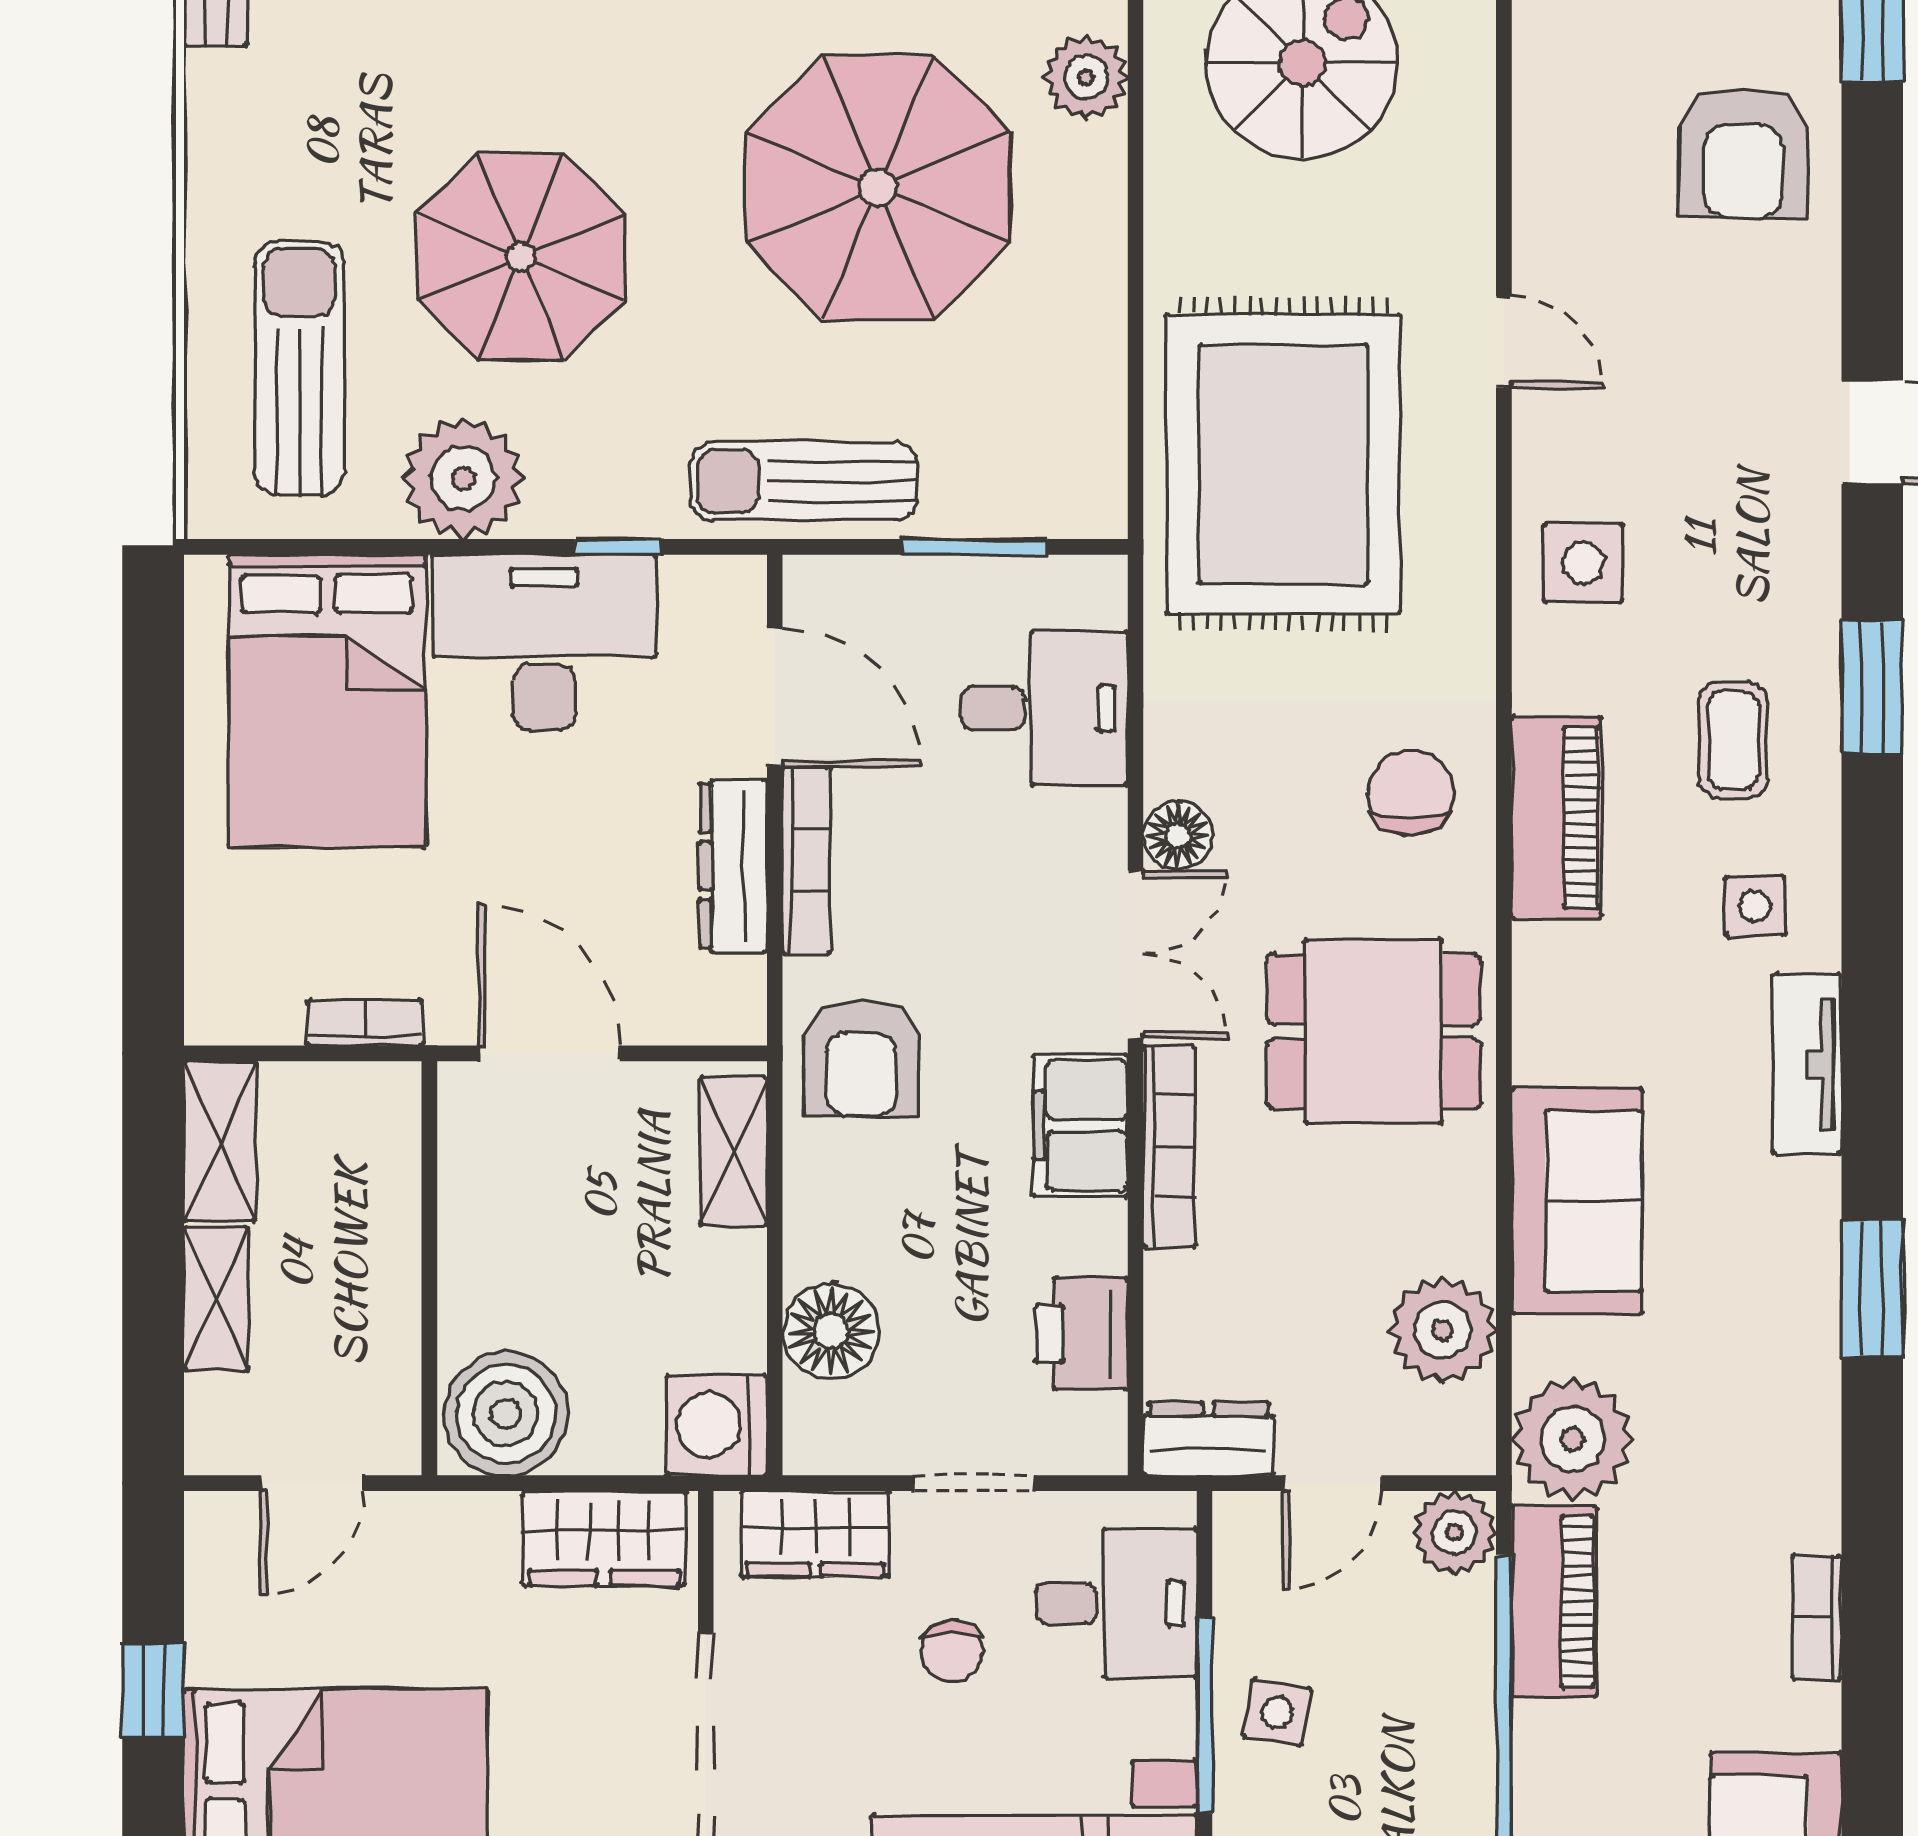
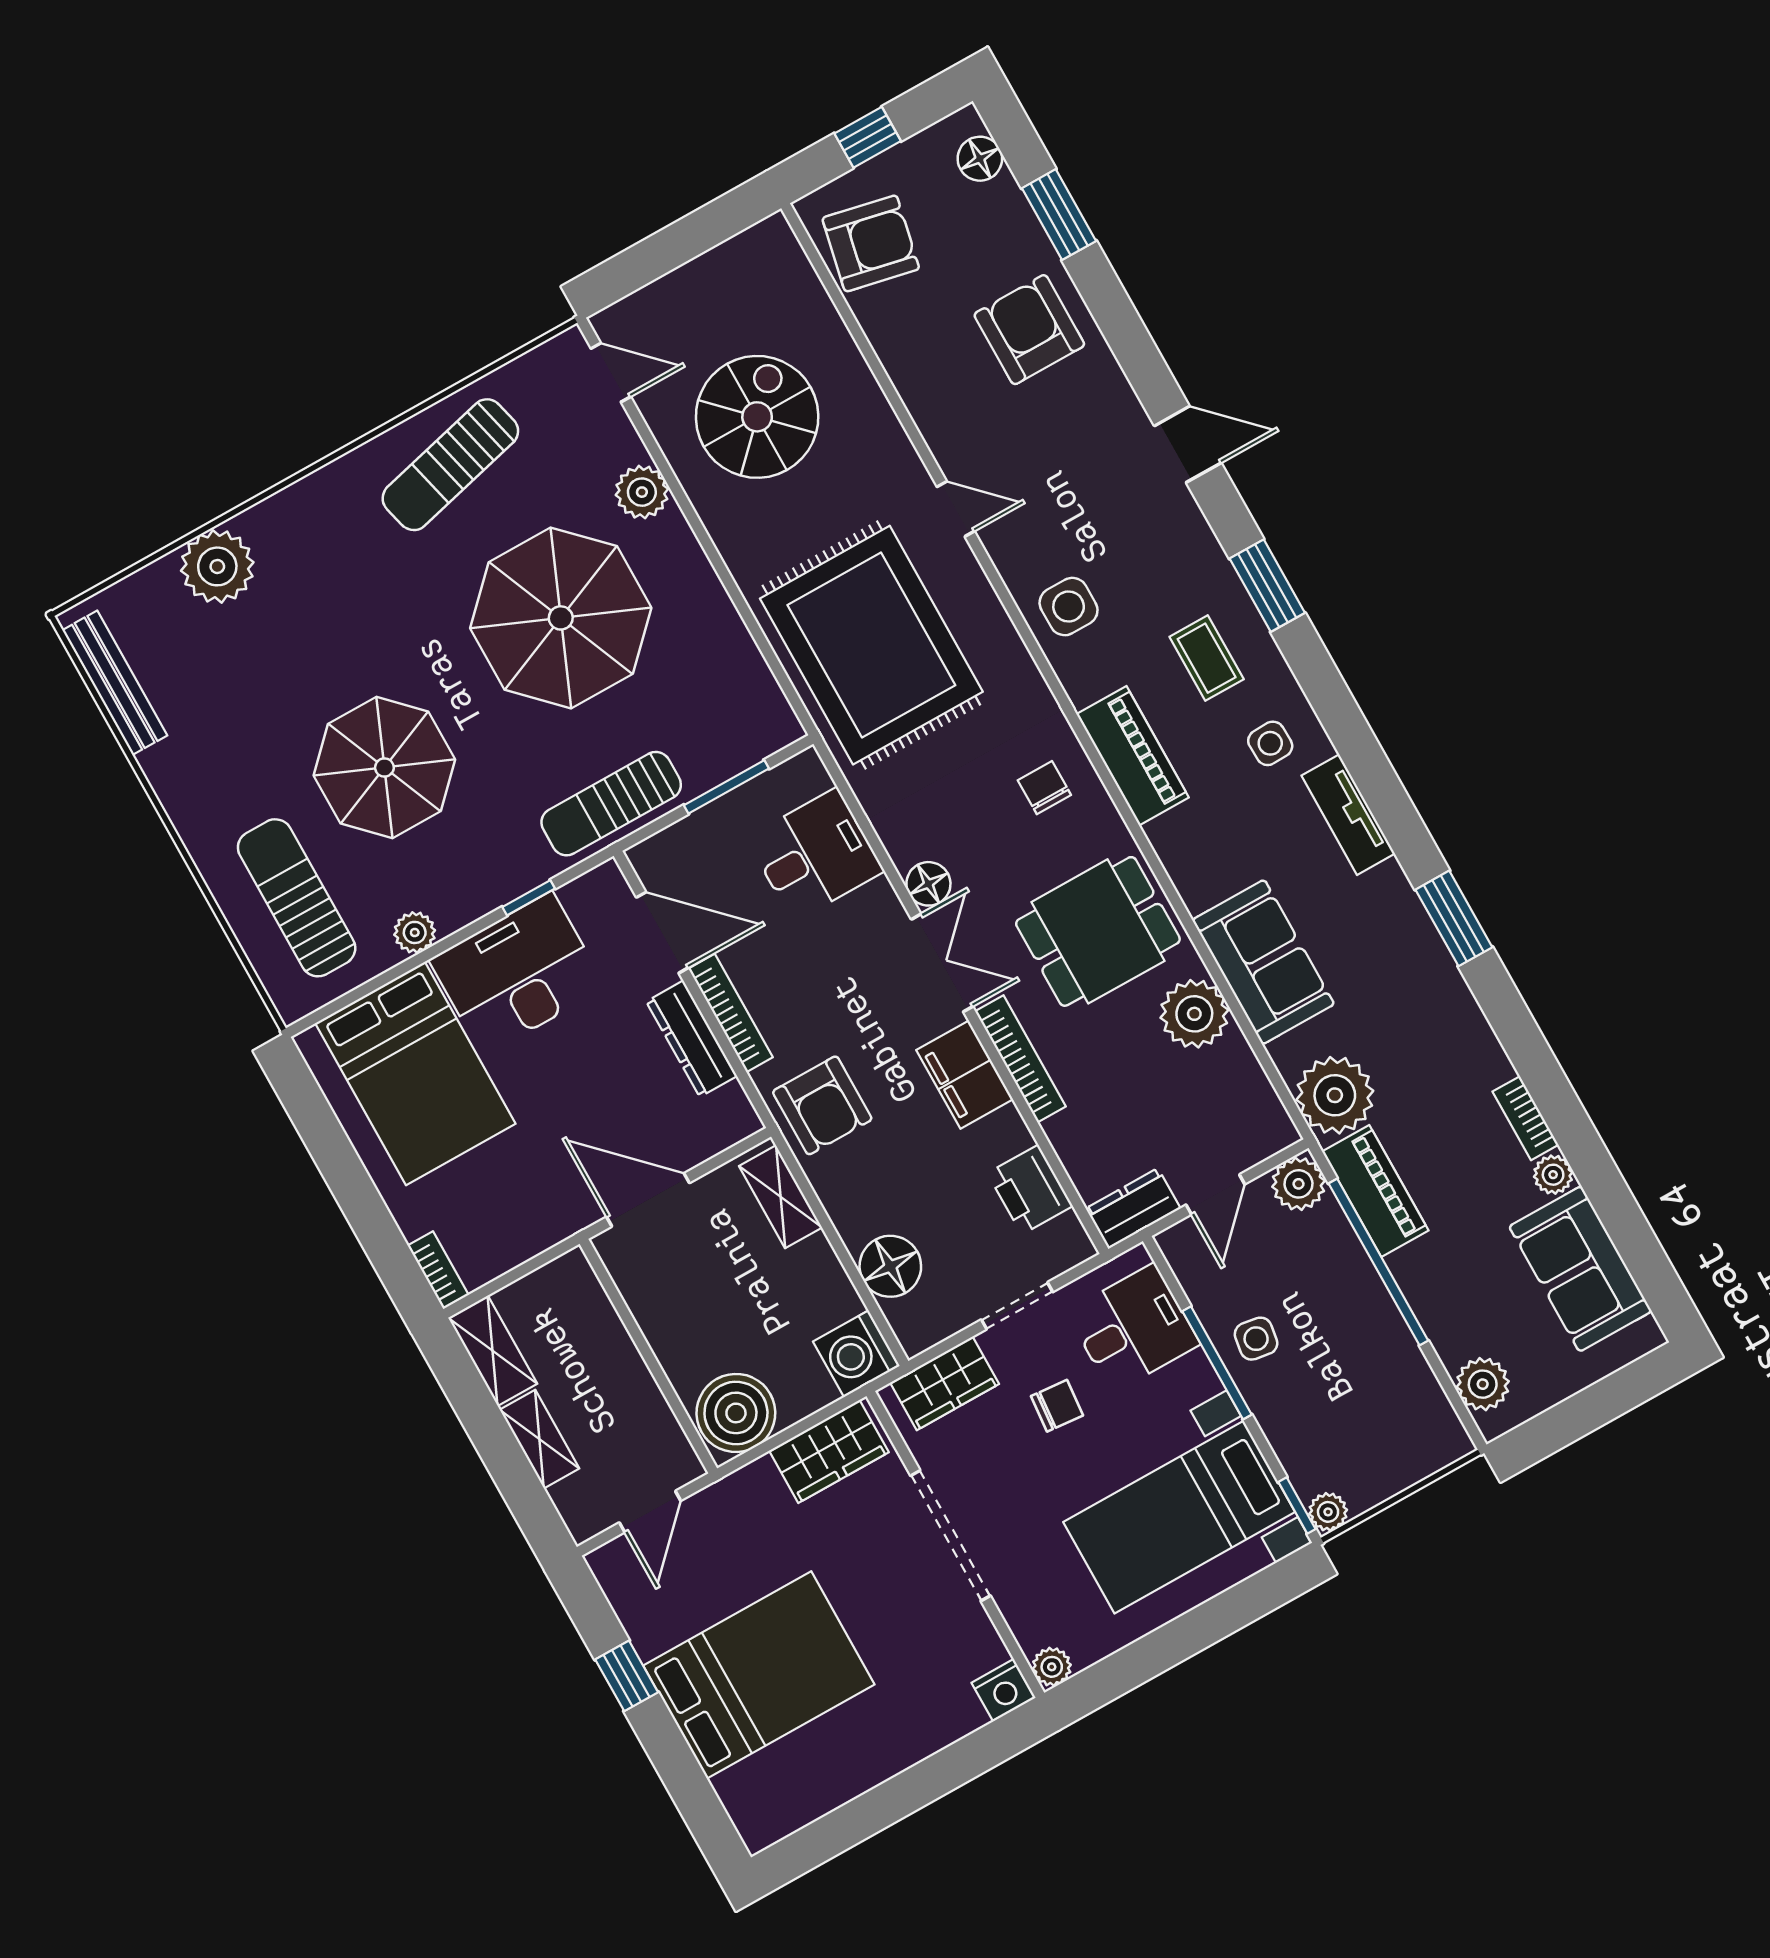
armchair: (1743, 153) -> (1029, 330), turned 180
plant: (463, 478) -> (415, 932), width x0.53, depth x0.53
chair: (1411, 793) -> (1044, 788), width x0.73, depth x0.73
bookcase: (365, 1023) -> (438, 1270), moved, turned 90
plant: (1442, 1330) -> (1194, 1014), moved
chair: (952, 1651) -> (1057, 1406), turned -85
plant: (1811, 1716) -> (1553, 1175), added

